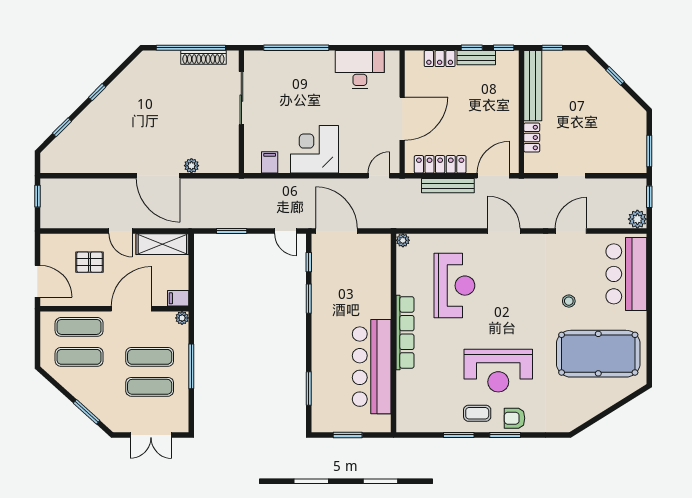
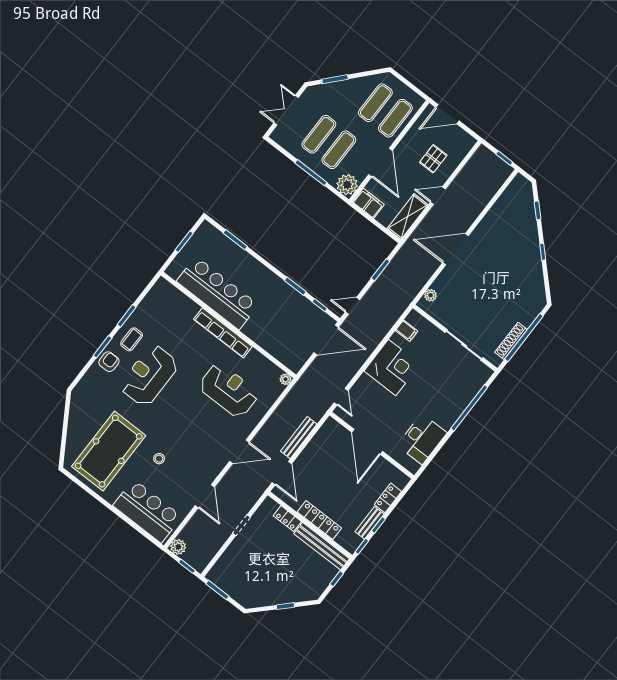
locker: (440, 164) -> (319, 520), moved, turned -90
plant: (191, 166) -> (431, 295), moved
reception desk: (454, 286) -> (229, 390), turned 180
filing cabinet: (178, 298) -> (368, 203), width x2.00
plant: (182, 318) -> (347, 185), width x1.88, depth x1.88

